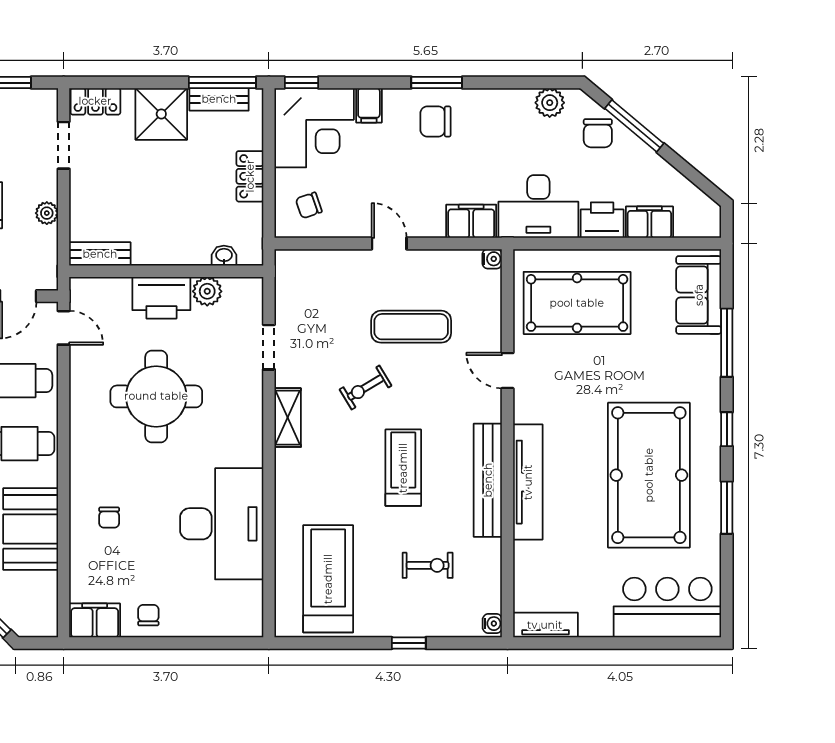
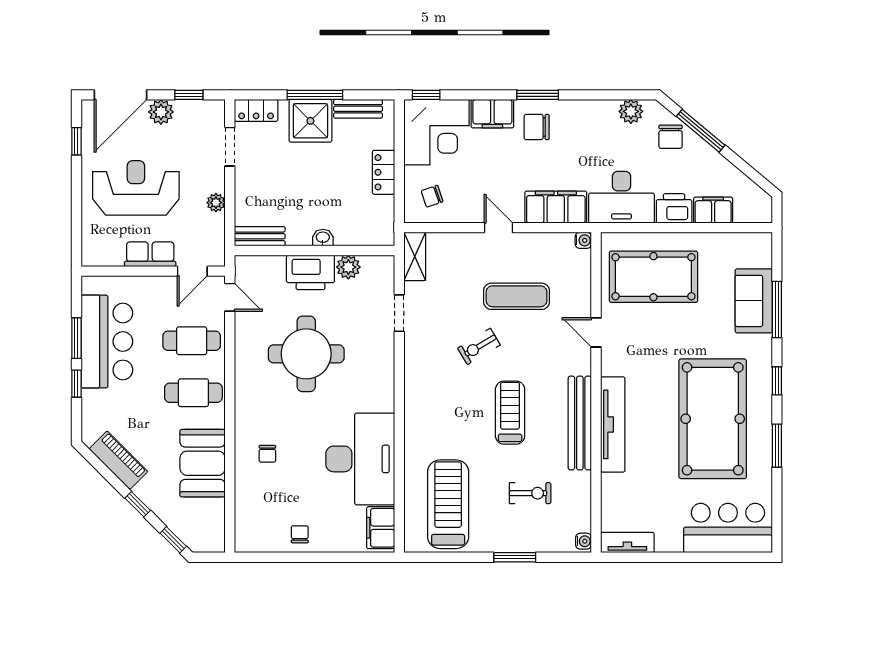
window: (222, 83) -> (315, 95), moved
filing cabinet: (369, 105) -> (492, 114), width x2.00
filing cabinet: (471, 221) -> (556, 207), width x1.50, depth x1.17
washbasin: (224, 256) -> (323, 238), moved
sofa: (699, 295) -> (754, 301), moved
shelving: (288, 418) -> (415, 256), moved
filing cabinet: (95, 620) -> (381, 528), moved, turned -90
window: (409, 643) -> (515, 557), width x1.50

